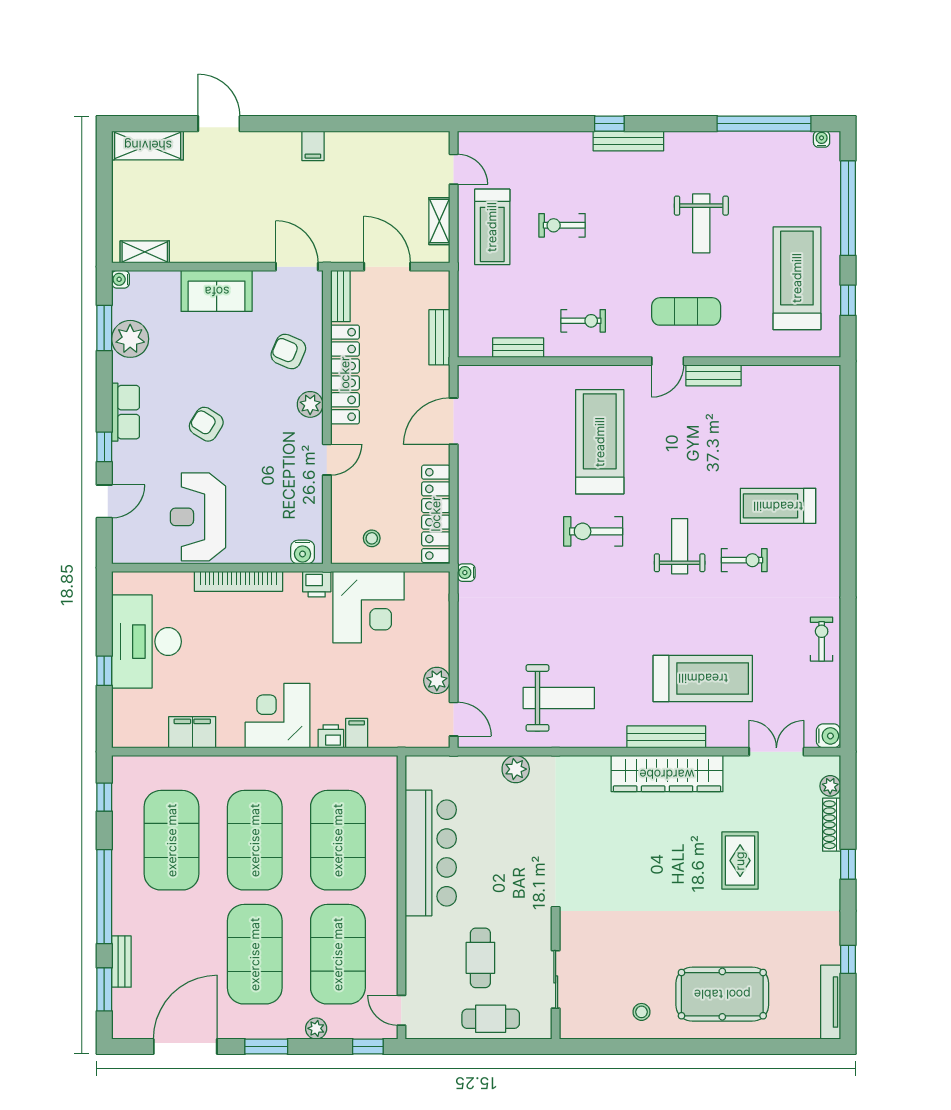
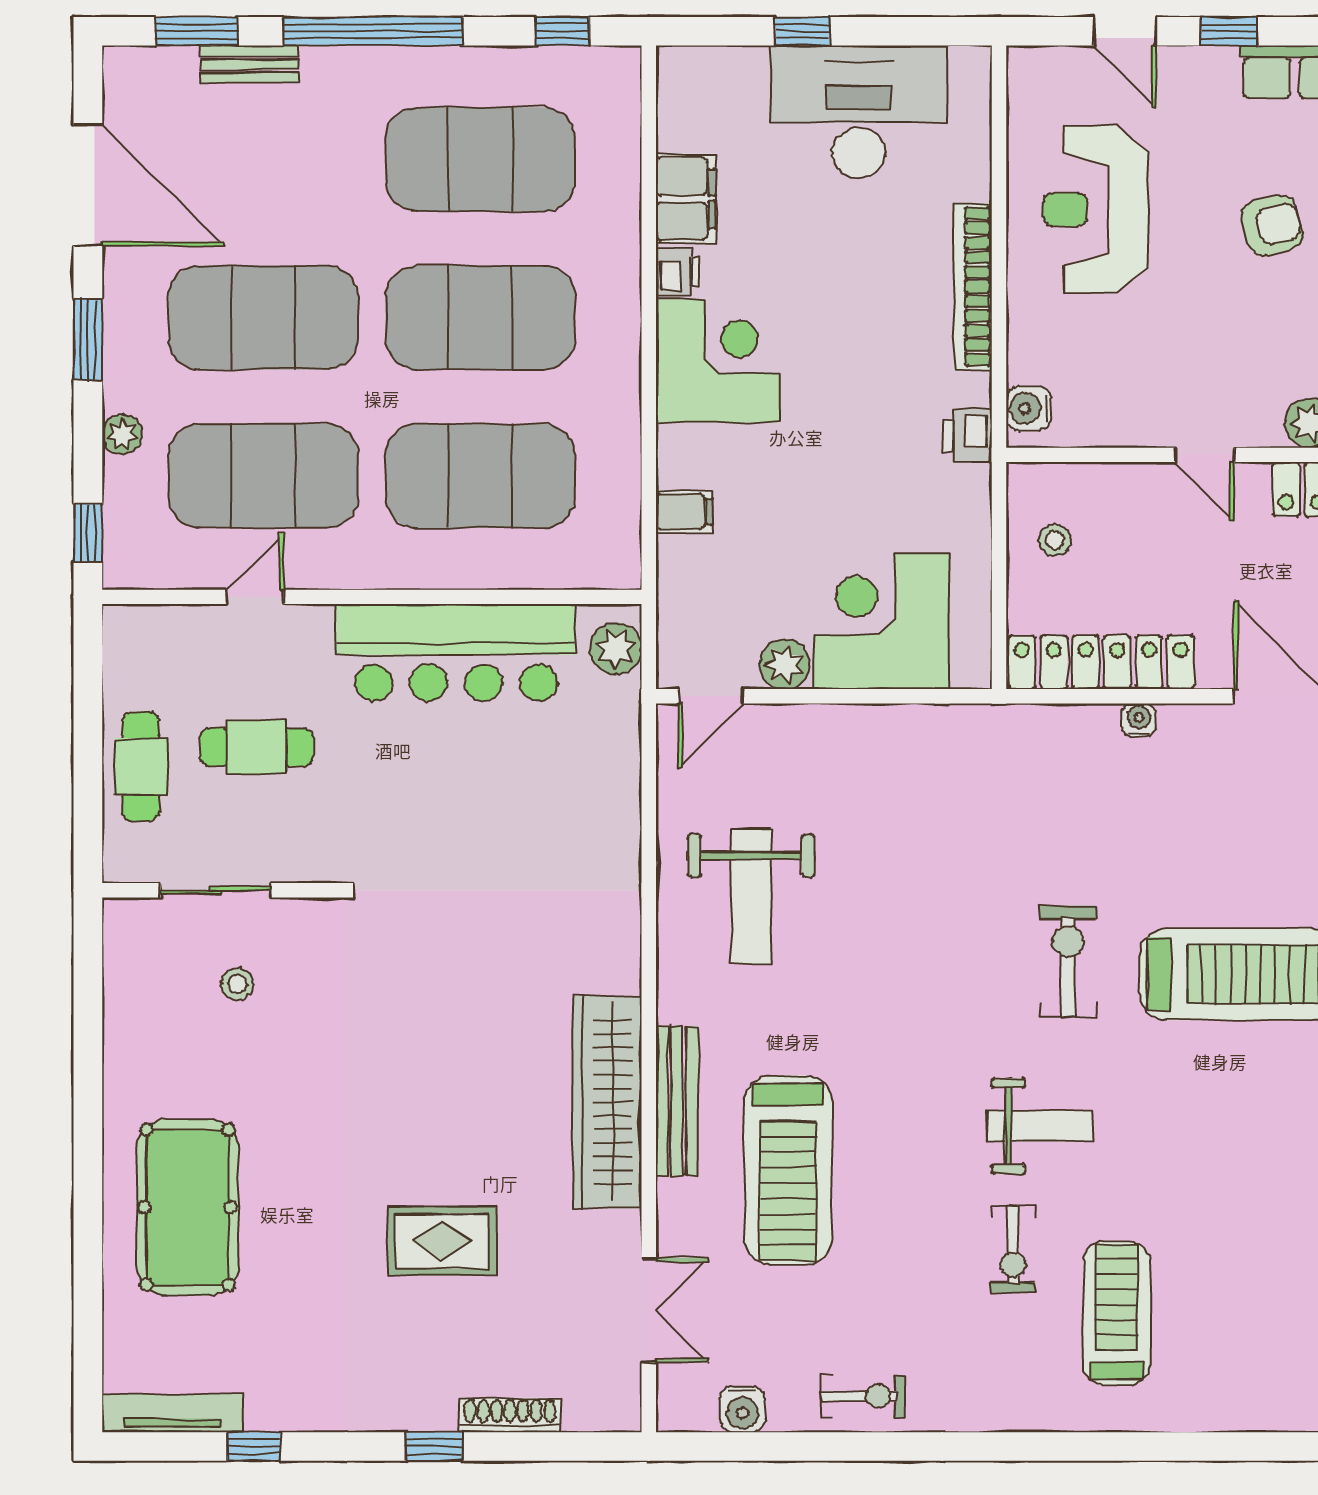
armchair: (206, 424) -> (1272, 225), turned 45
reception desk: (198, 517) -> (1096, 210), turned -90
water cooler: (466, 573) -> (1139, 720), moved
corner desk: (368, 607) -> (881, 621), moved, turned 90
printer: (331, 736) -> (678, 271), moved
water cooler: (828, 736) -> (743, 1409), moved
plant: (516, 769) -> (616, 649), moved
plant: (830, 786) -> (584, 1413), removed
door: (401, 1010) -> (255, 597), moved
stool: (641, 1012) -> (237, 984), moved

